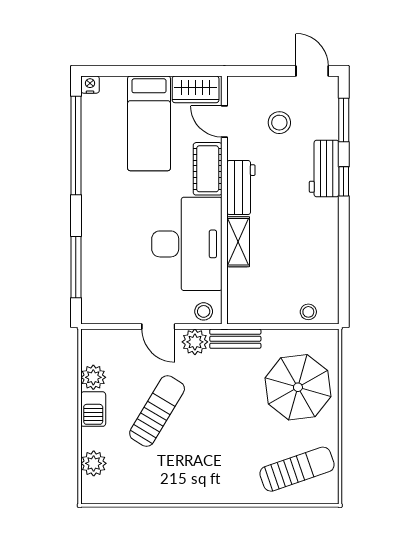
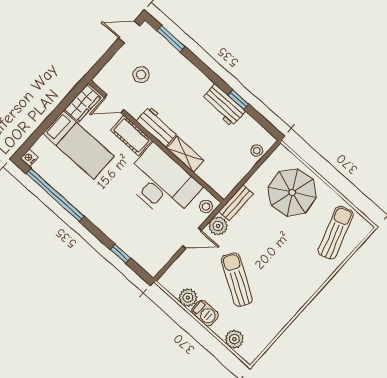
workbench: (324, 169) -> (223, 105), moved
window: (344, 181) -> (238, 100), moved
window: (76, 267) -> (120, 254), width x0.46

